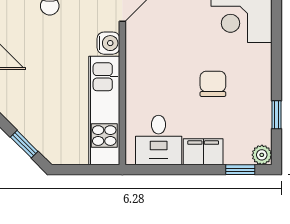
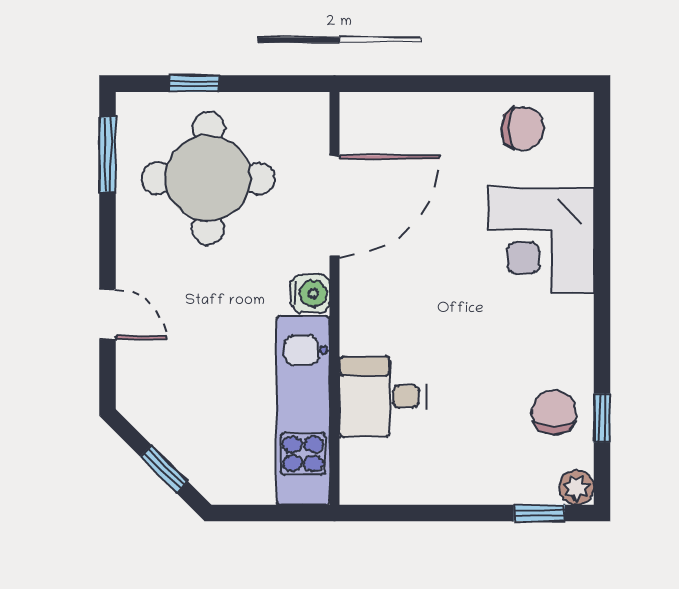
chair: (213, 84) -> (554, 412), moved
desk: (159, 140) -> (383, 397), moved, turned 90
filing cabinet: (203, 152) -> (475, 482), removed

